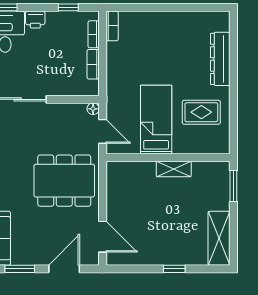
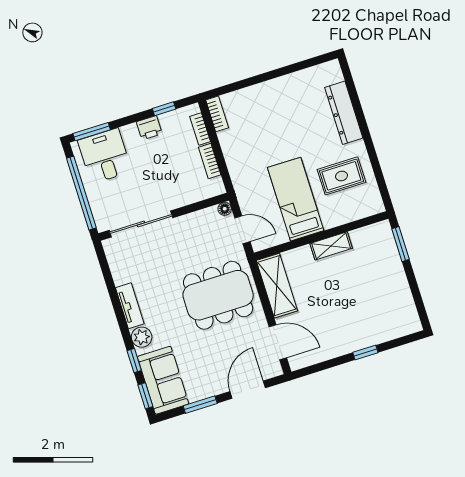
printer: (35, 20) -> (149, 128), moved
shelving: (219, 238) -> (277, 286), moved

